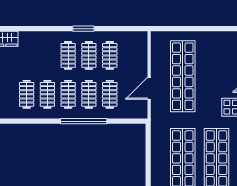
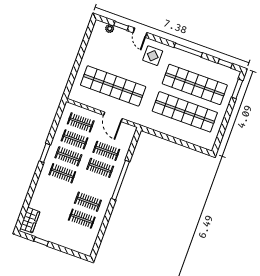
clothes rail: (68, 94) -> (81, 122), moved

